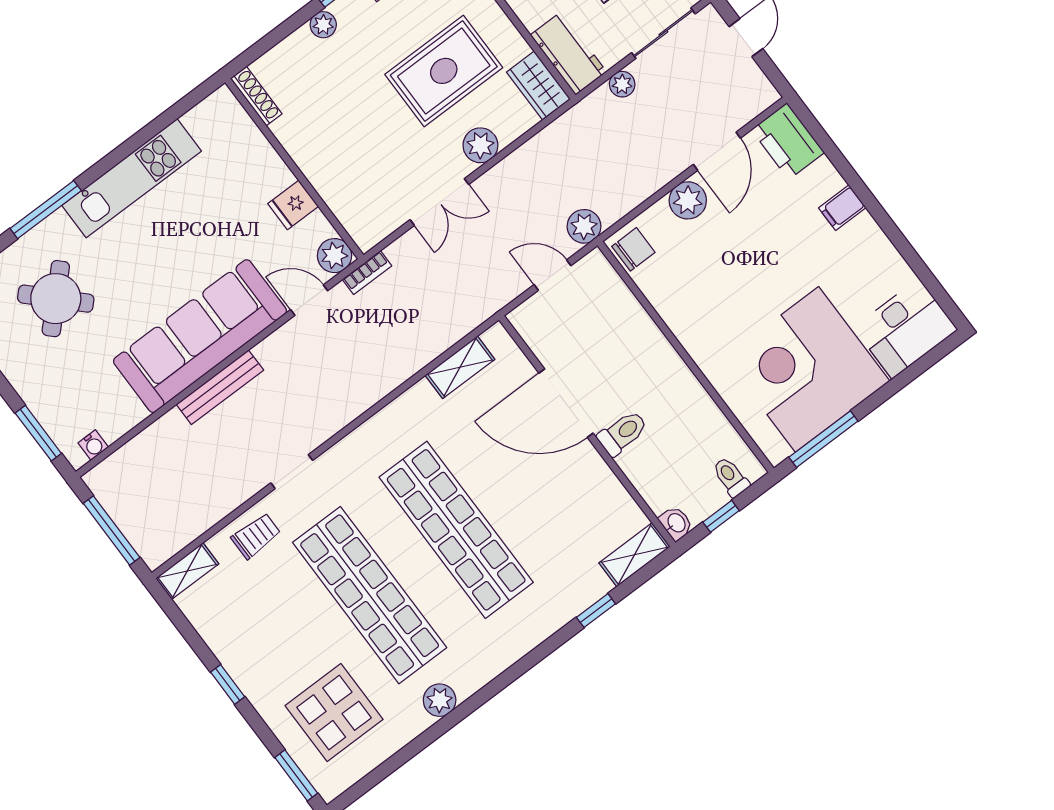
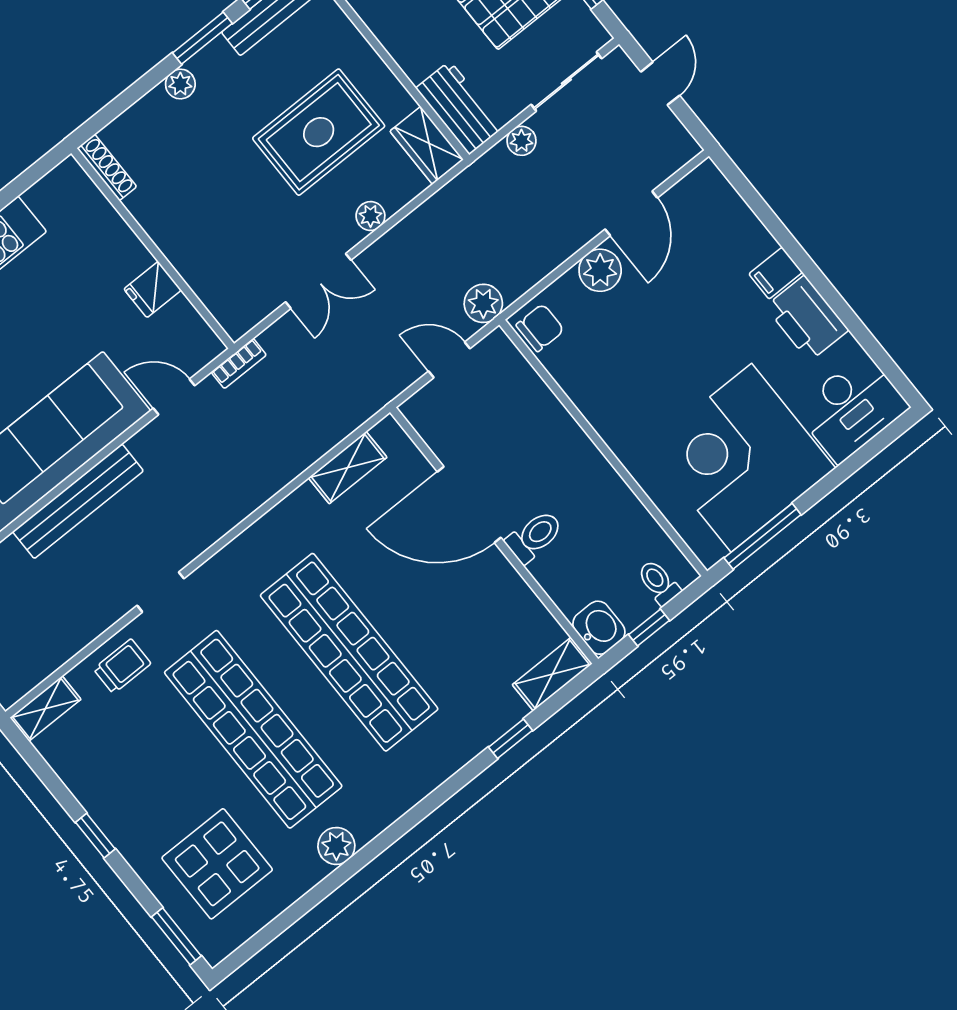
printer: (788, 141) -> (807, 318), moved
plant: (480, 145) -> (370, 216), width x0.73, depth x0.73
plant: (334, 256) -> (201, 345), removed
bench: (220, 387) -> (78, 501), width x1.37, depth x1.21
washbasin: (676, 523) -> (599, 628), width x1.38, depth x1.45

